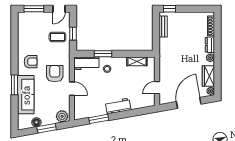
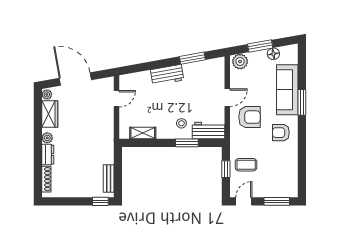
armchair: (55, 74) -> (249, 117), turned -90
door: (72, 89) -> (227, 98), swing flipped
door: (189, 103) -> (75, 79), swing flipped

